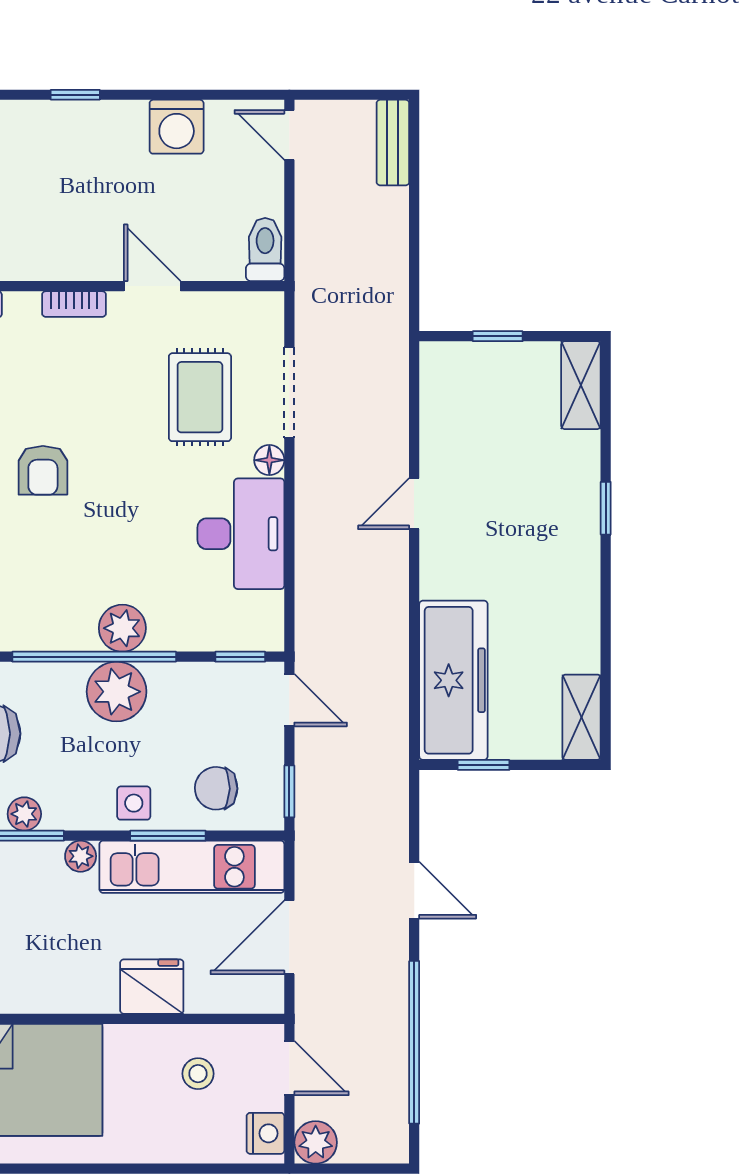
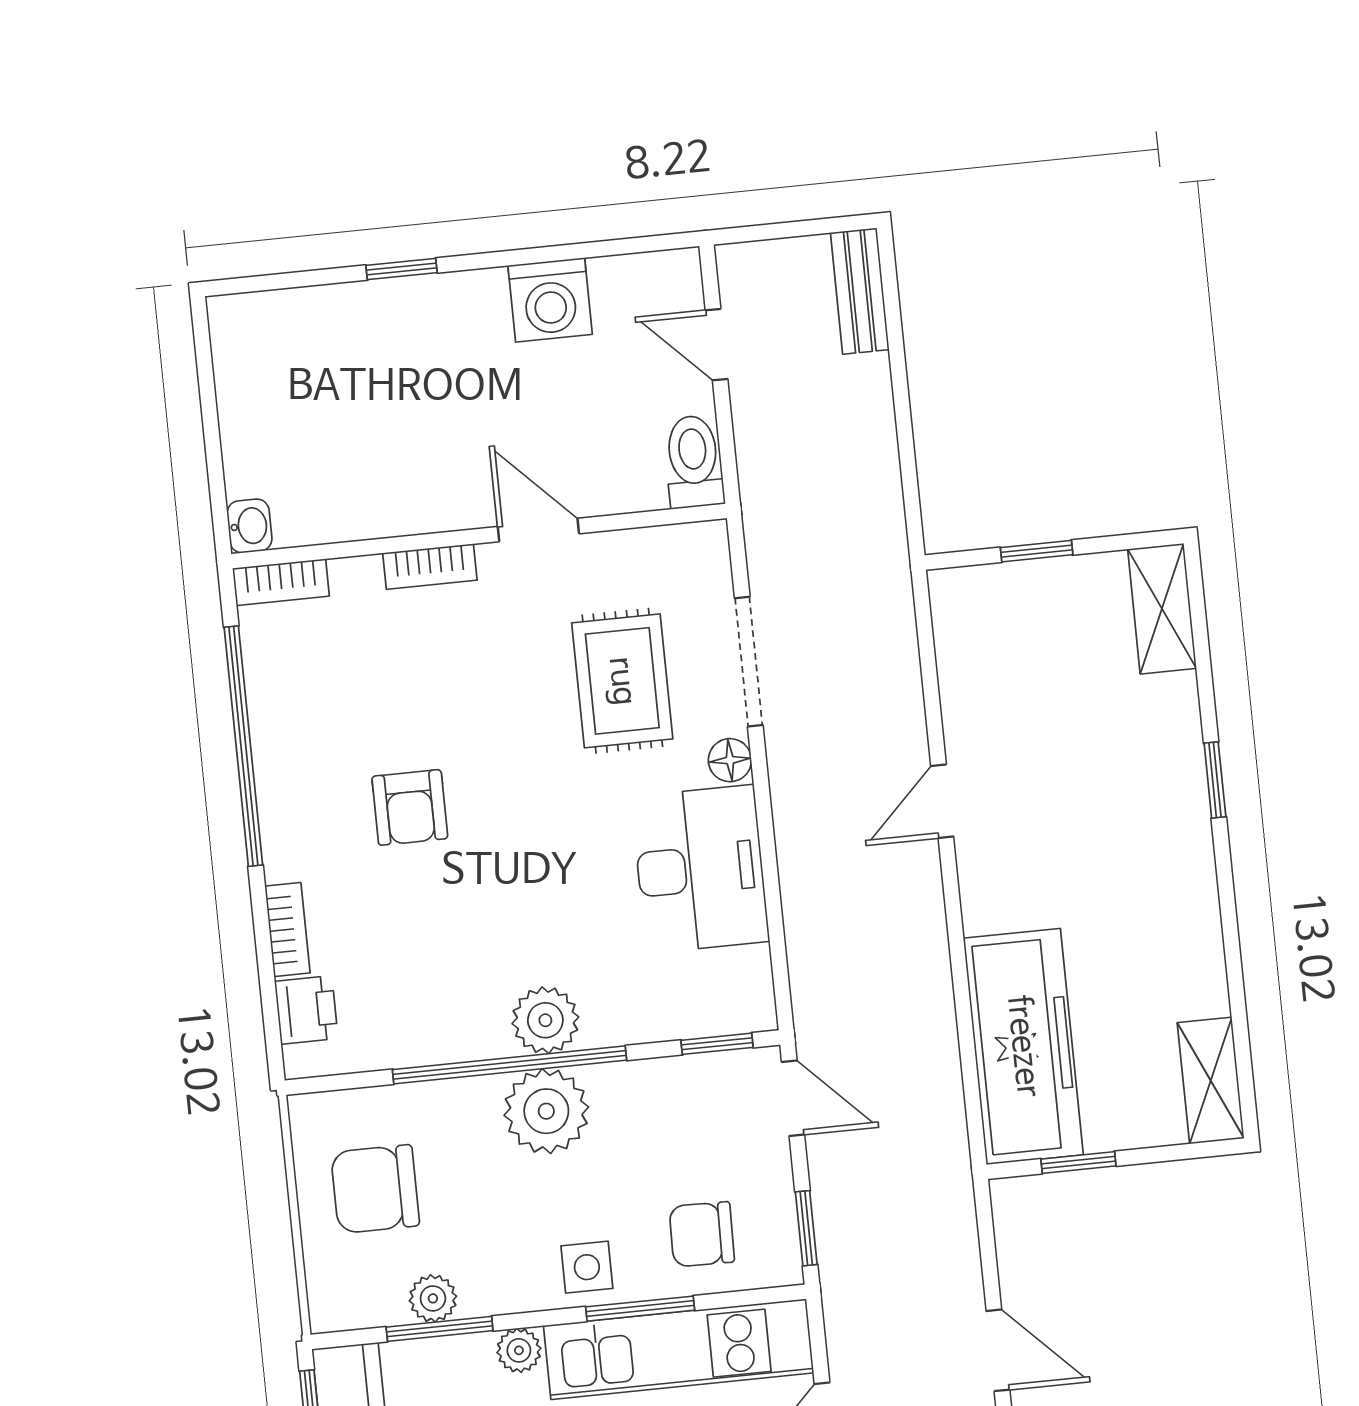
door: (289, 135) -> (717, 345), moved

